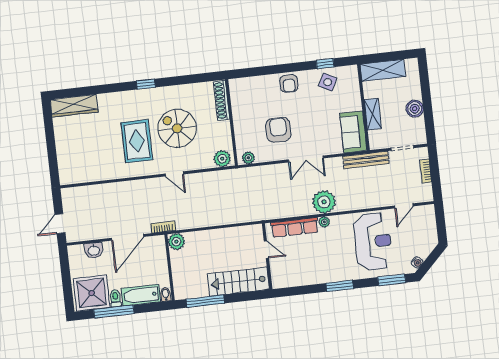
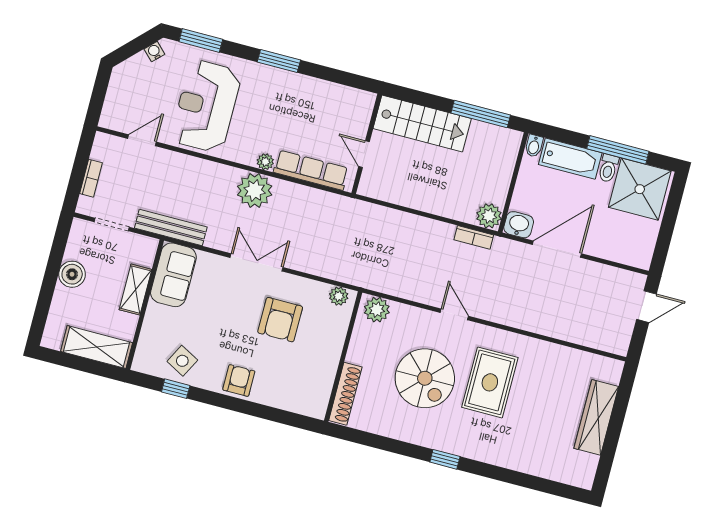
wardrobe: (74, 106) -> (596, 417), moved, turned -90
bookcase: (163, 227) -> (474, 237), moved
washbasin: (94, 250) -> (519, 225), moved

